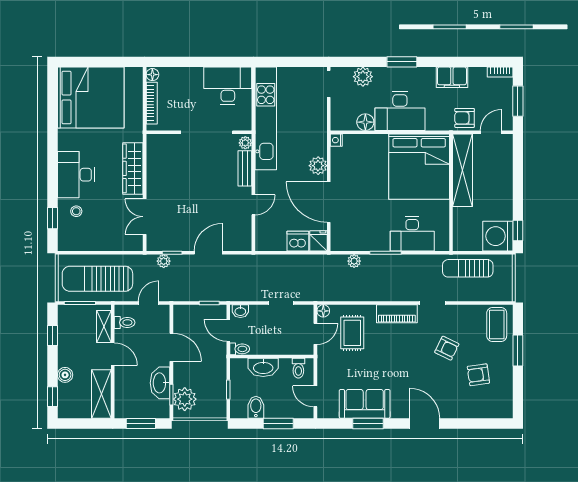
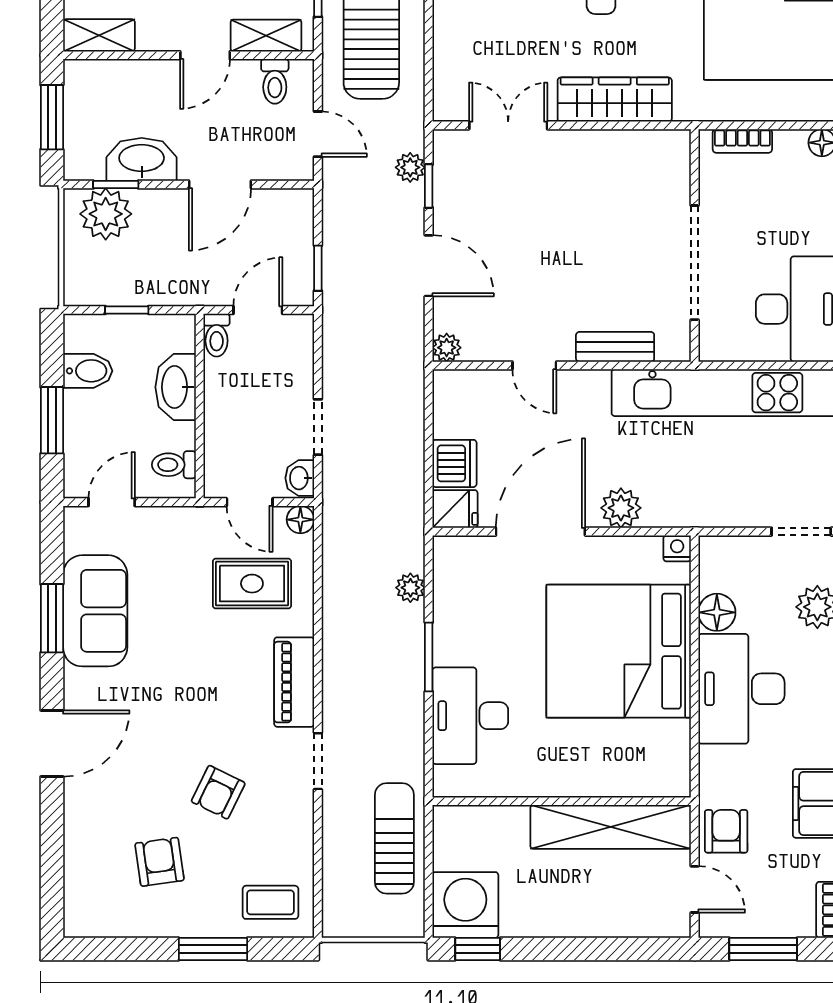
bookcase: (152, 103) -> (742, 141), width x0.64
plant: (245, 143) -> (447, 348), moved
bed: (419, 167) -> (619, 651), moved
washbasin: (240, 311) -> (300, 478), moved
coffee table: (497, 324) -> (270, 902), width x0.73, depth x0.77
shelving: (101, 394) -> (99, 35), width x0.67, depth x0.75

